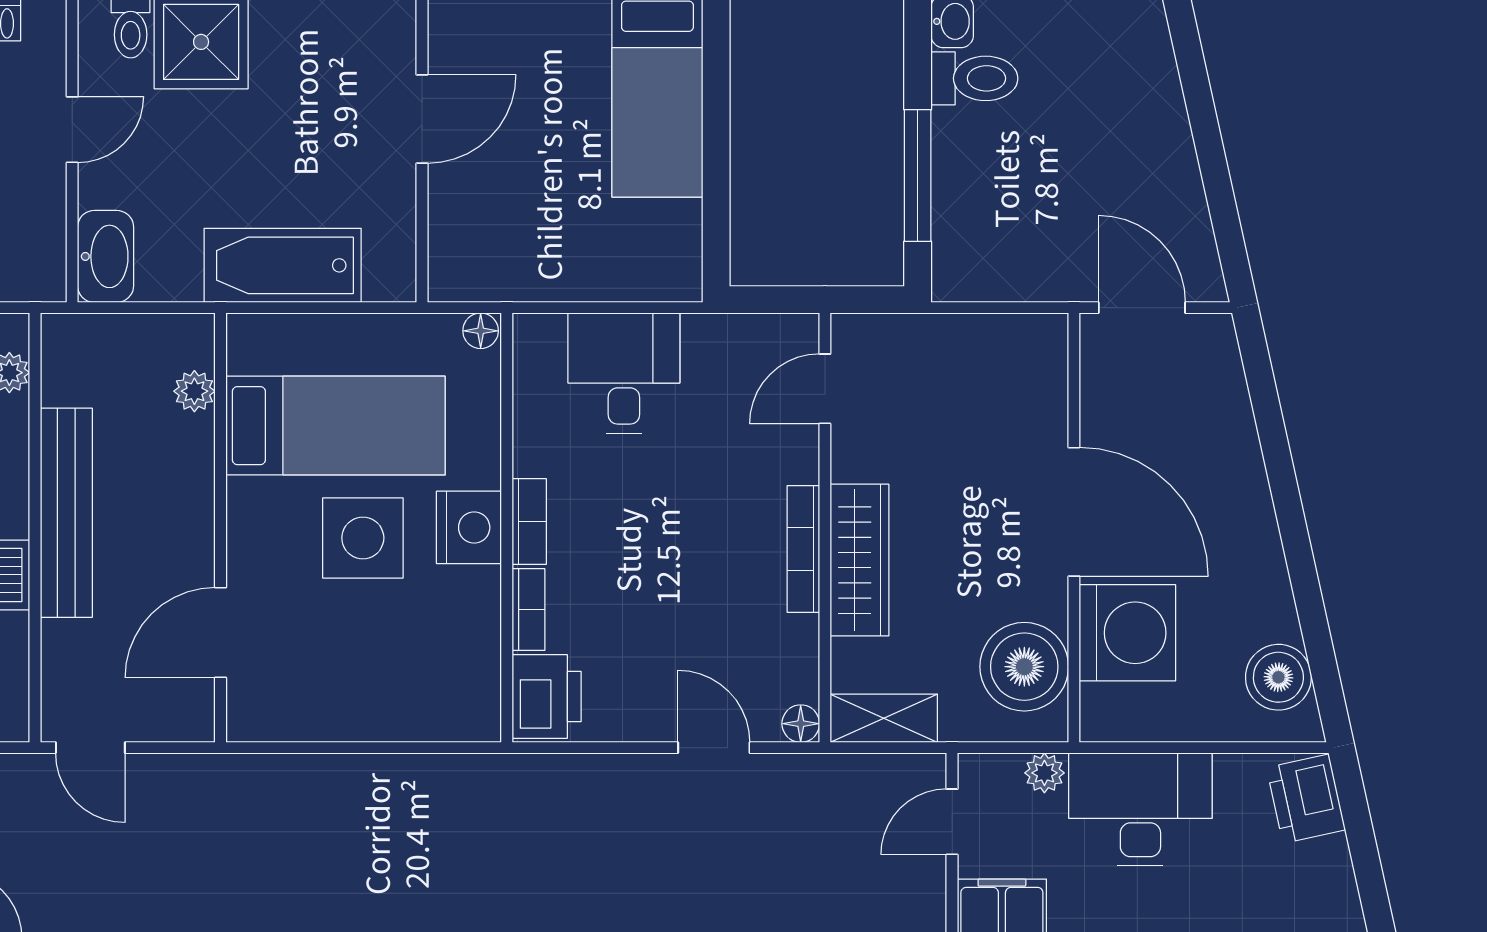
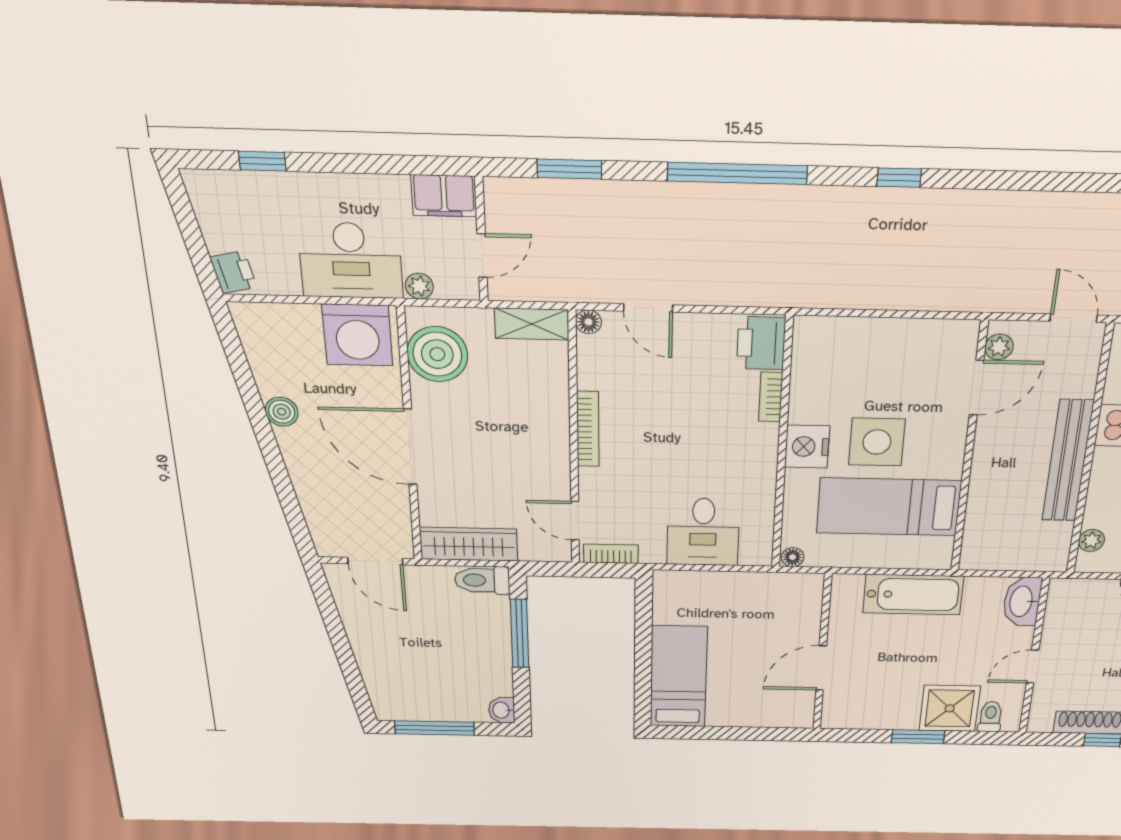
toilet: (974, 78) -> (482, 580), moved
door: (825, 389) -> (575, 521), swing flipped
plant: (194, 391) -> (999, 347), moved
bookcase: (529, 522) -> (611, 554), moved, turned 90
wardrobe: (859, 560) -> (469, 544), moved, turned 90
washing machine: (1127, 633) -> (357, 335), moved, turned -90
boiler: (1278, 677) -> (282, 412), moved, width x0.73, depth x0.73
printer: (1306, 799) -> (233, 272), width x0.73, depth x0.81

